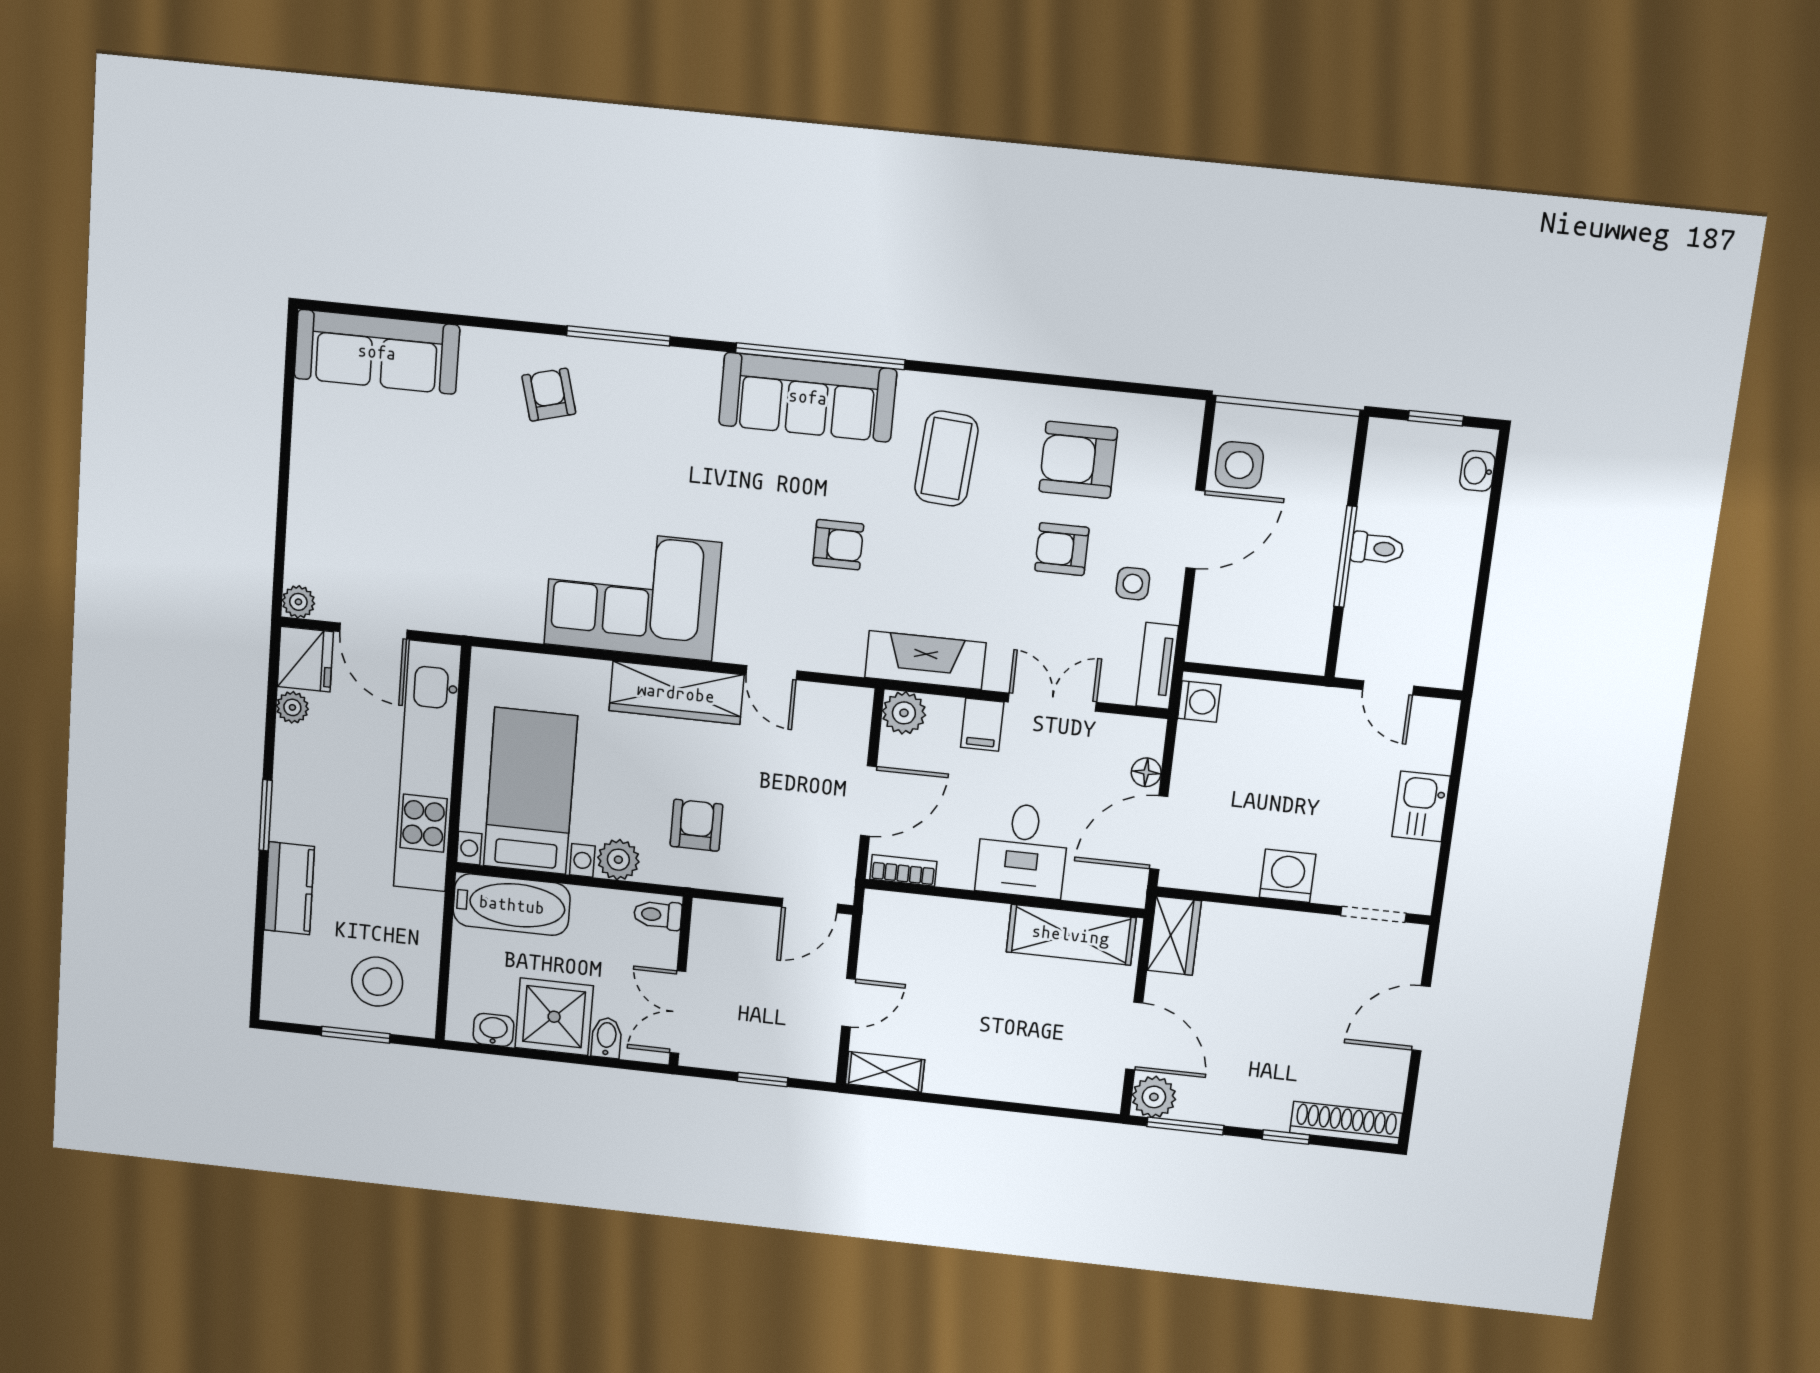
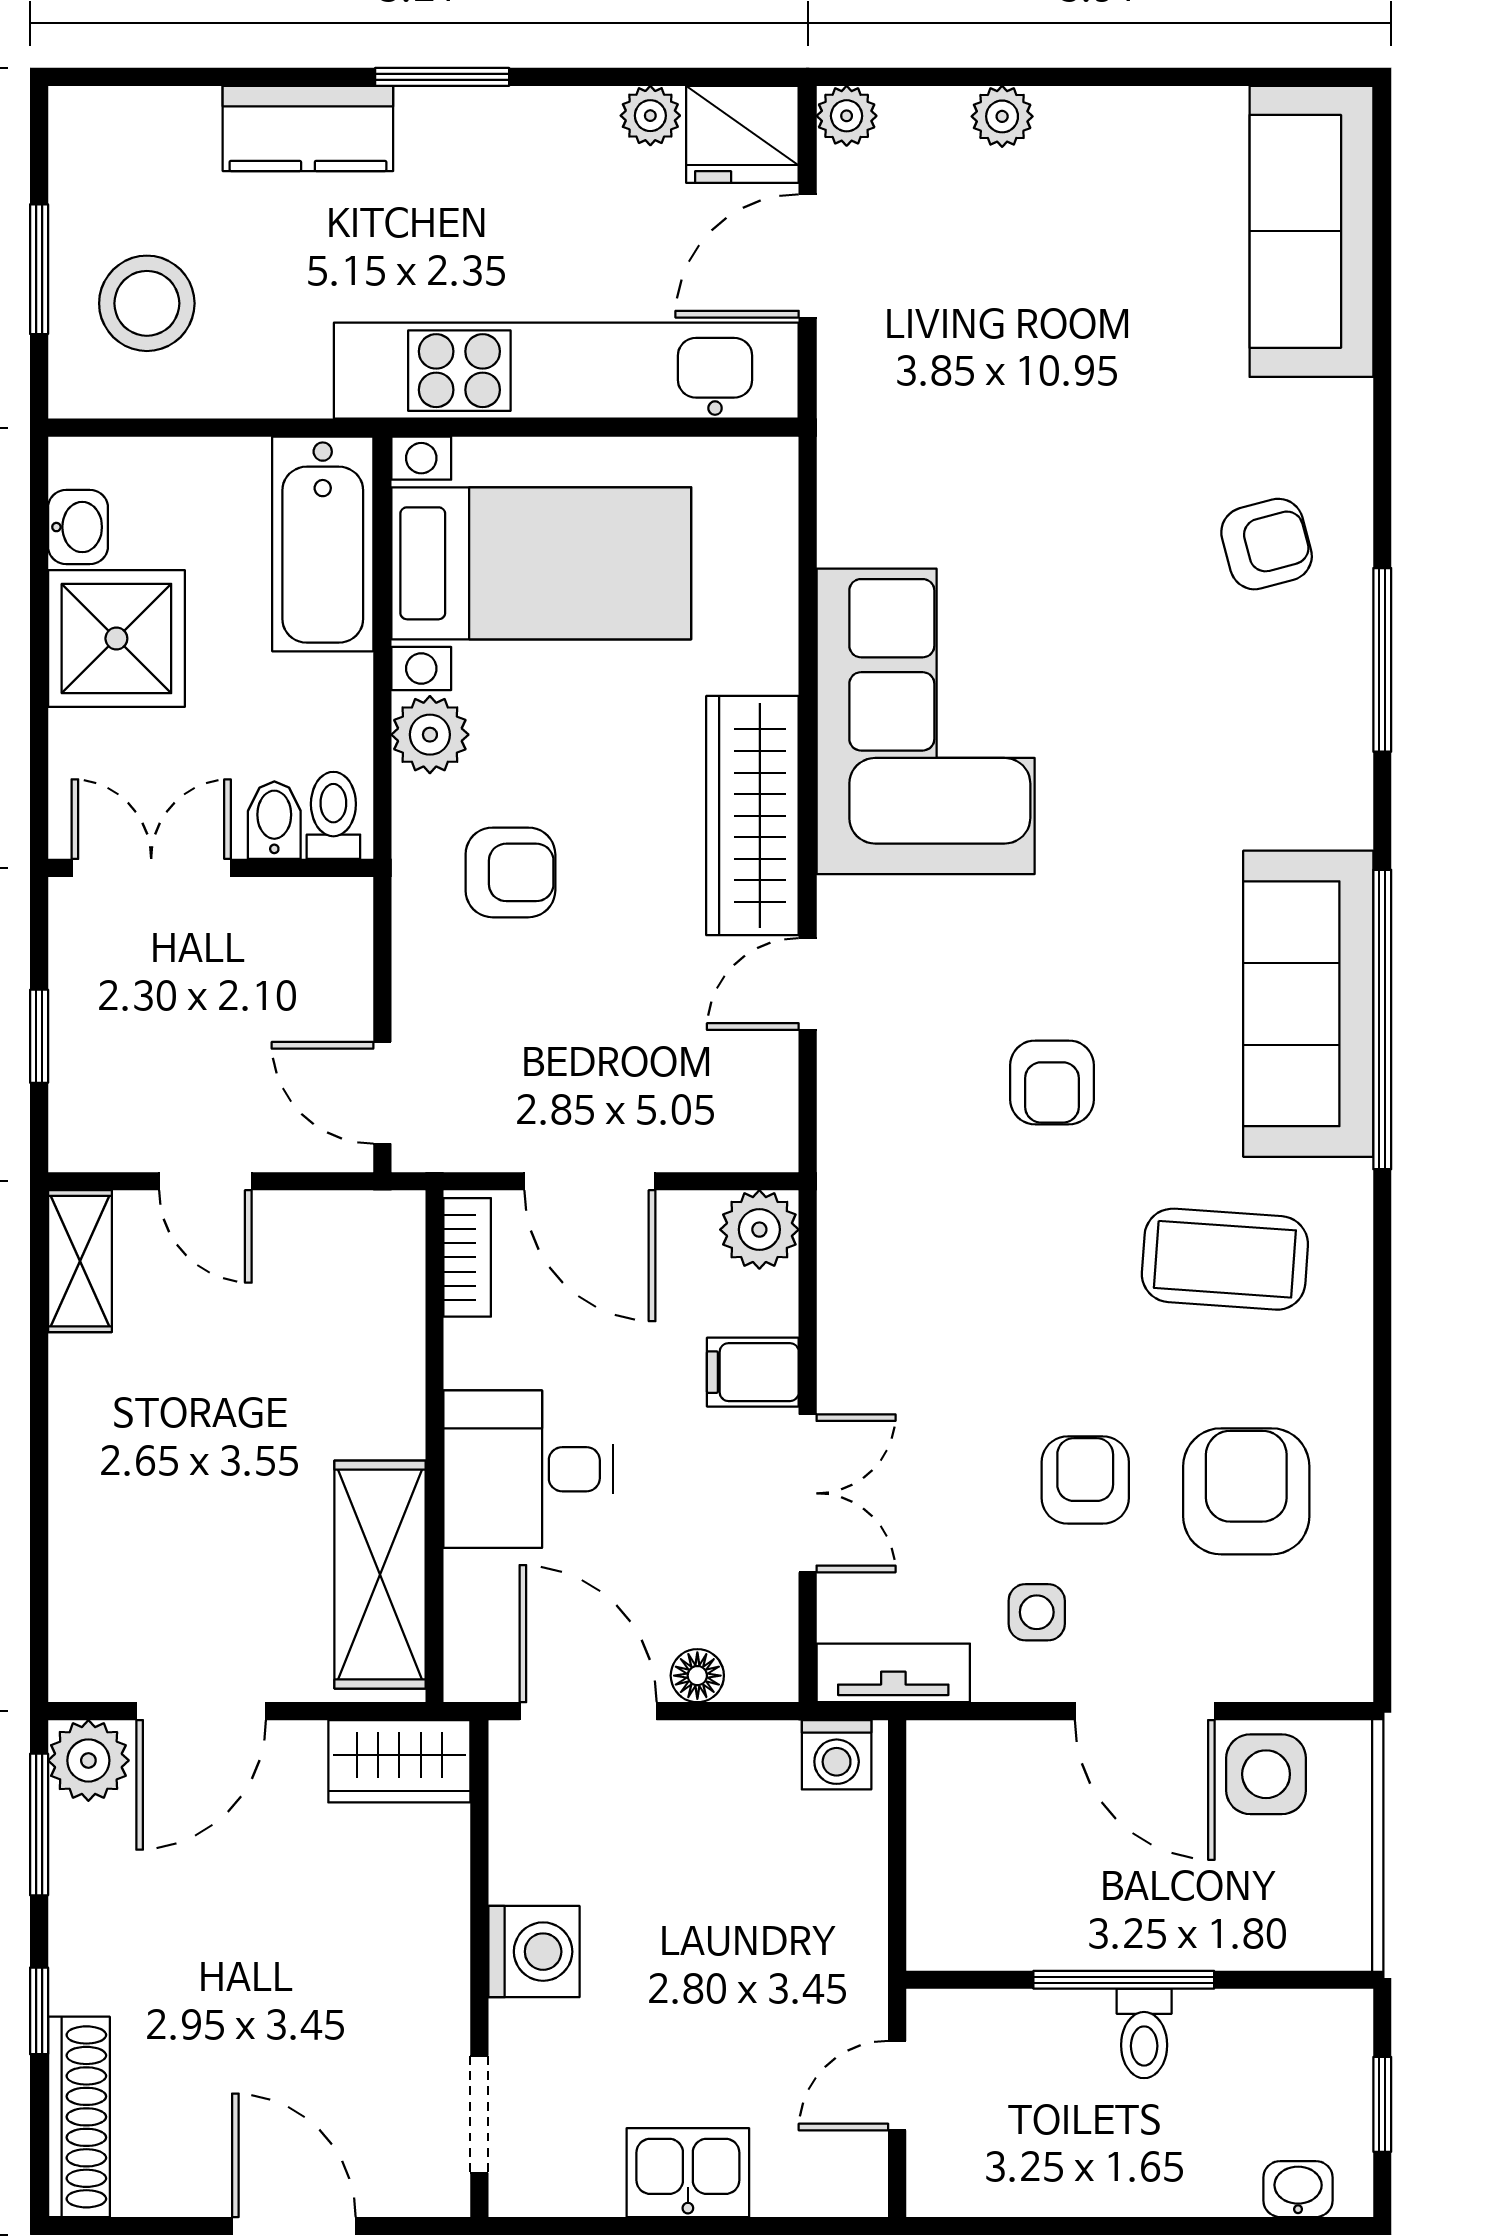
plant: (303, 517) -> (1002, 116), added
fireplace: (925, 660) -> (860, 1258), removed
bidet: (607, 1038) -> (274, 820), moved, turned -90

